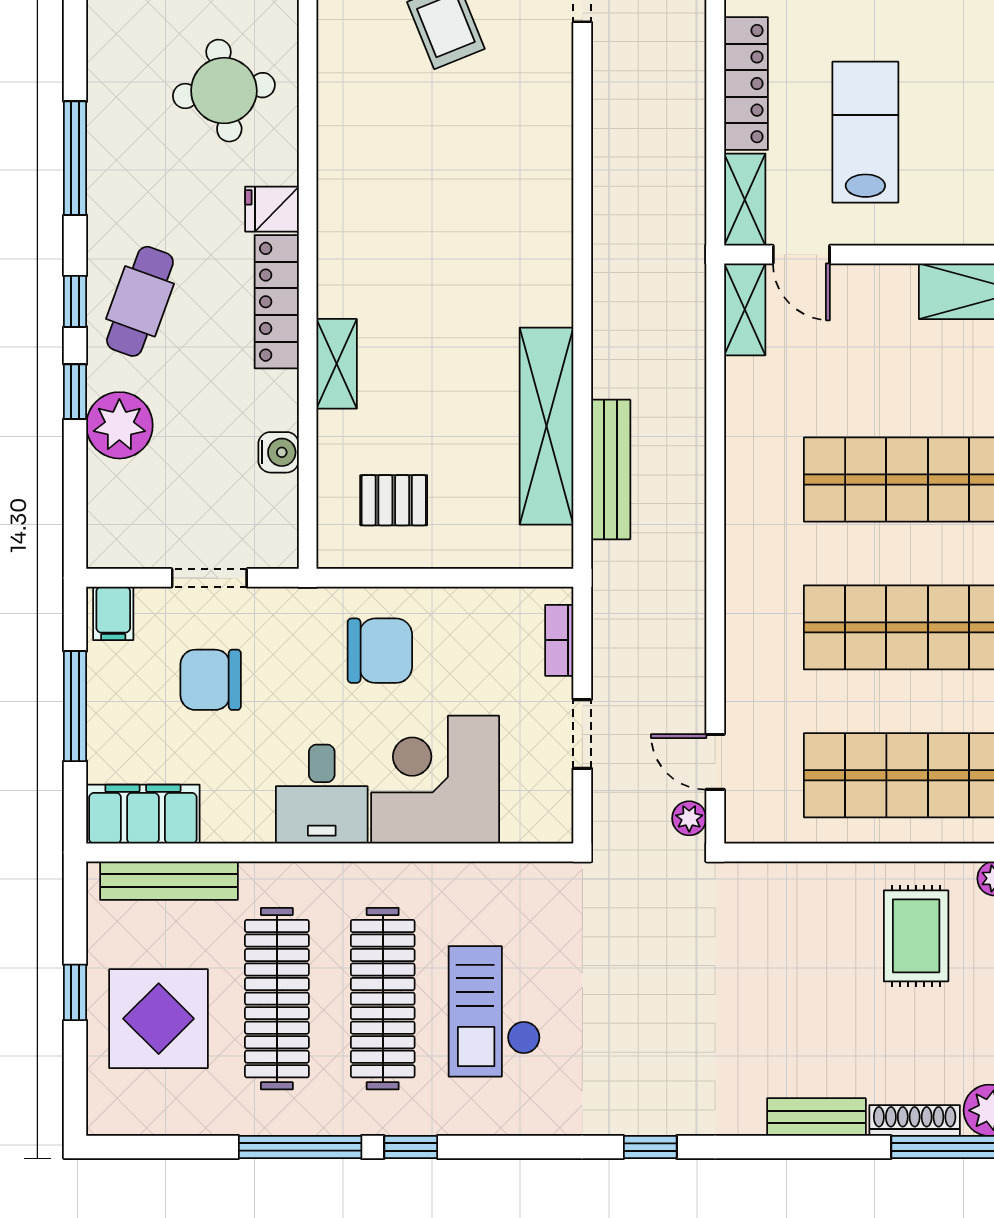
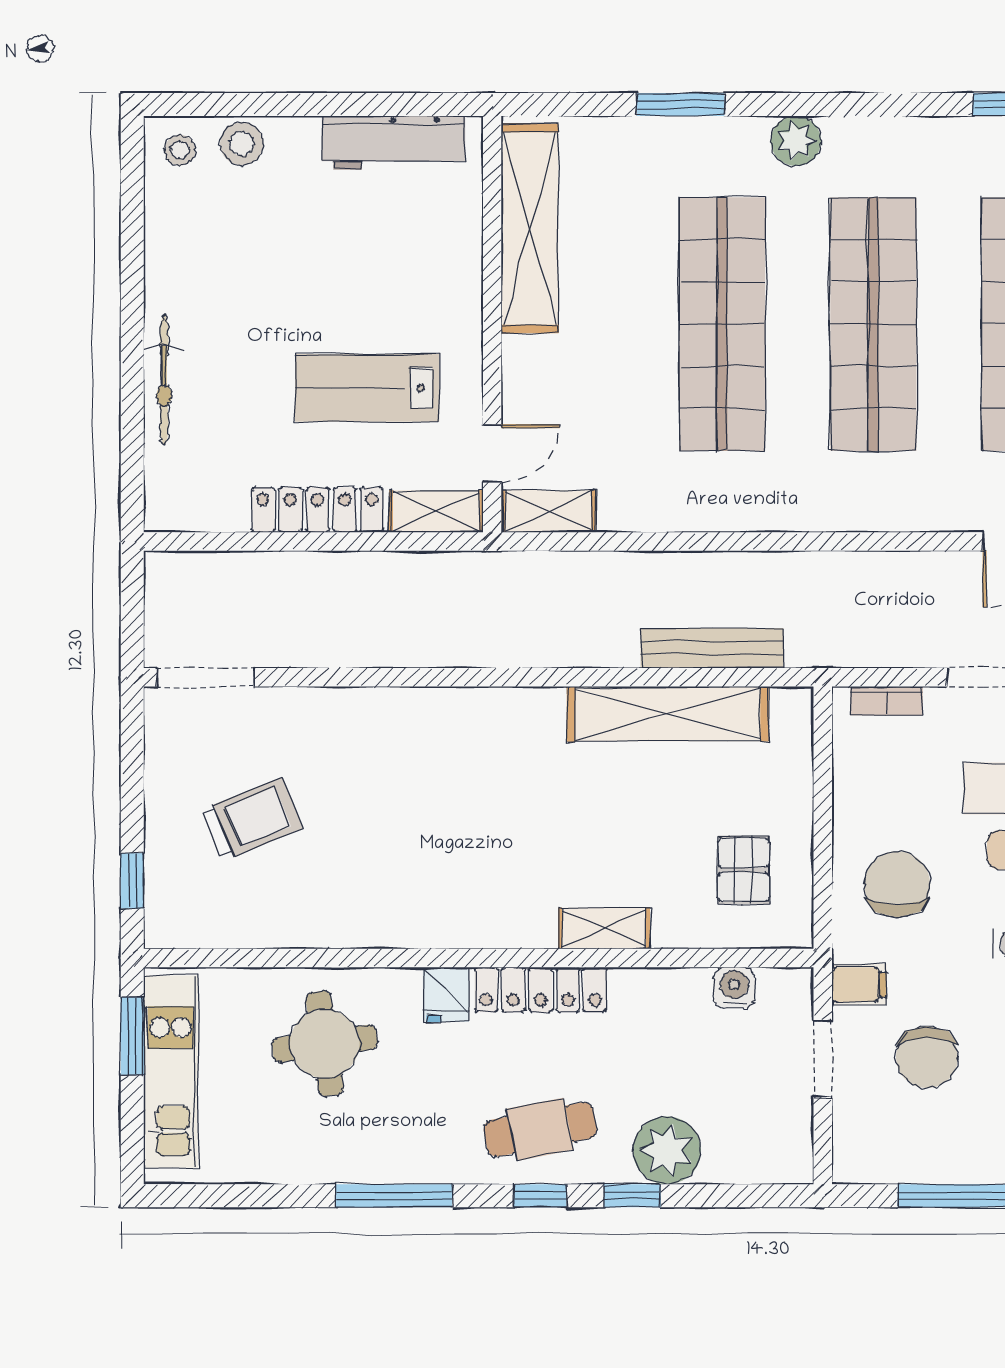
cafe table: (140, 301) -> (540, 1129), turned -31
water cooler: (279, 452) -> (734, 988), moved
filing cabinet: (113, 613) -> (859, 985), moved

